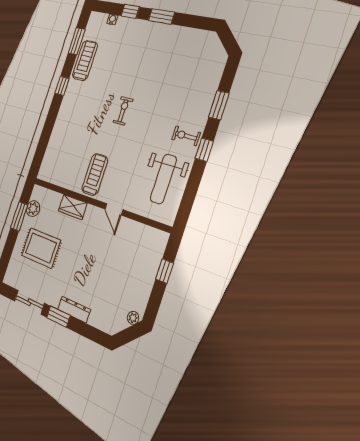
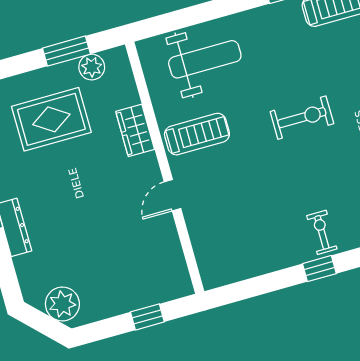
exercise bike: (123, 111) -> (302, 118), width x1.38, depth x1.39
weight bench: (163, 179) -> (205, 59), moved, turned 180
rug: (41, 248) -> (51, 119), turned 90
plant: (133, 318) -> (62, 304), width x1.87, depth x1.87

